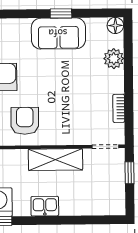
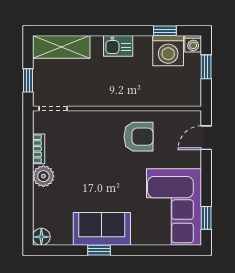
plant: (114, 59) -> (43, 176), moved
armchair: (25, 121) -> (138, 137), turned -90
shelving: (55, 160) -> (61, 47), moved

